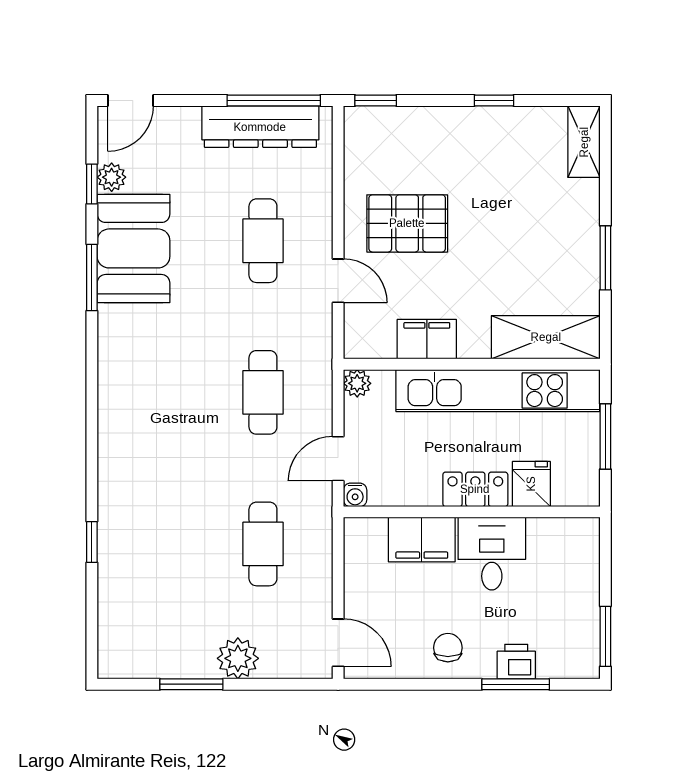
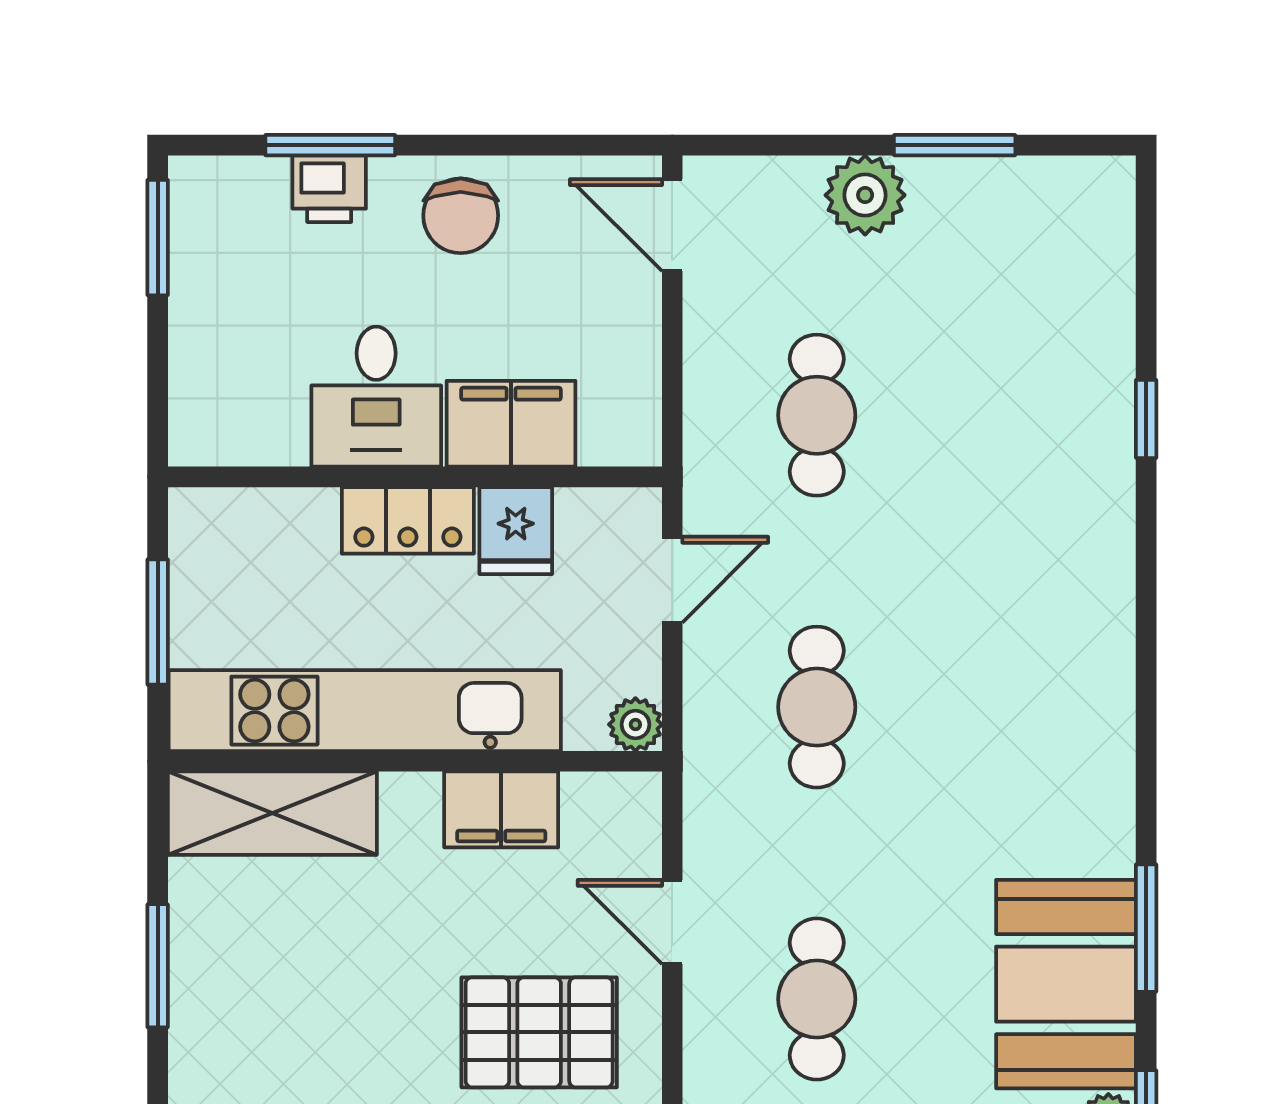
fridge: (531, 484) -> (516, 531), moved
water cooler: (355, 495) -> (639, 510), removed
chair: (448, 648) -> (461, 216), width x1.37, depth x1.37

